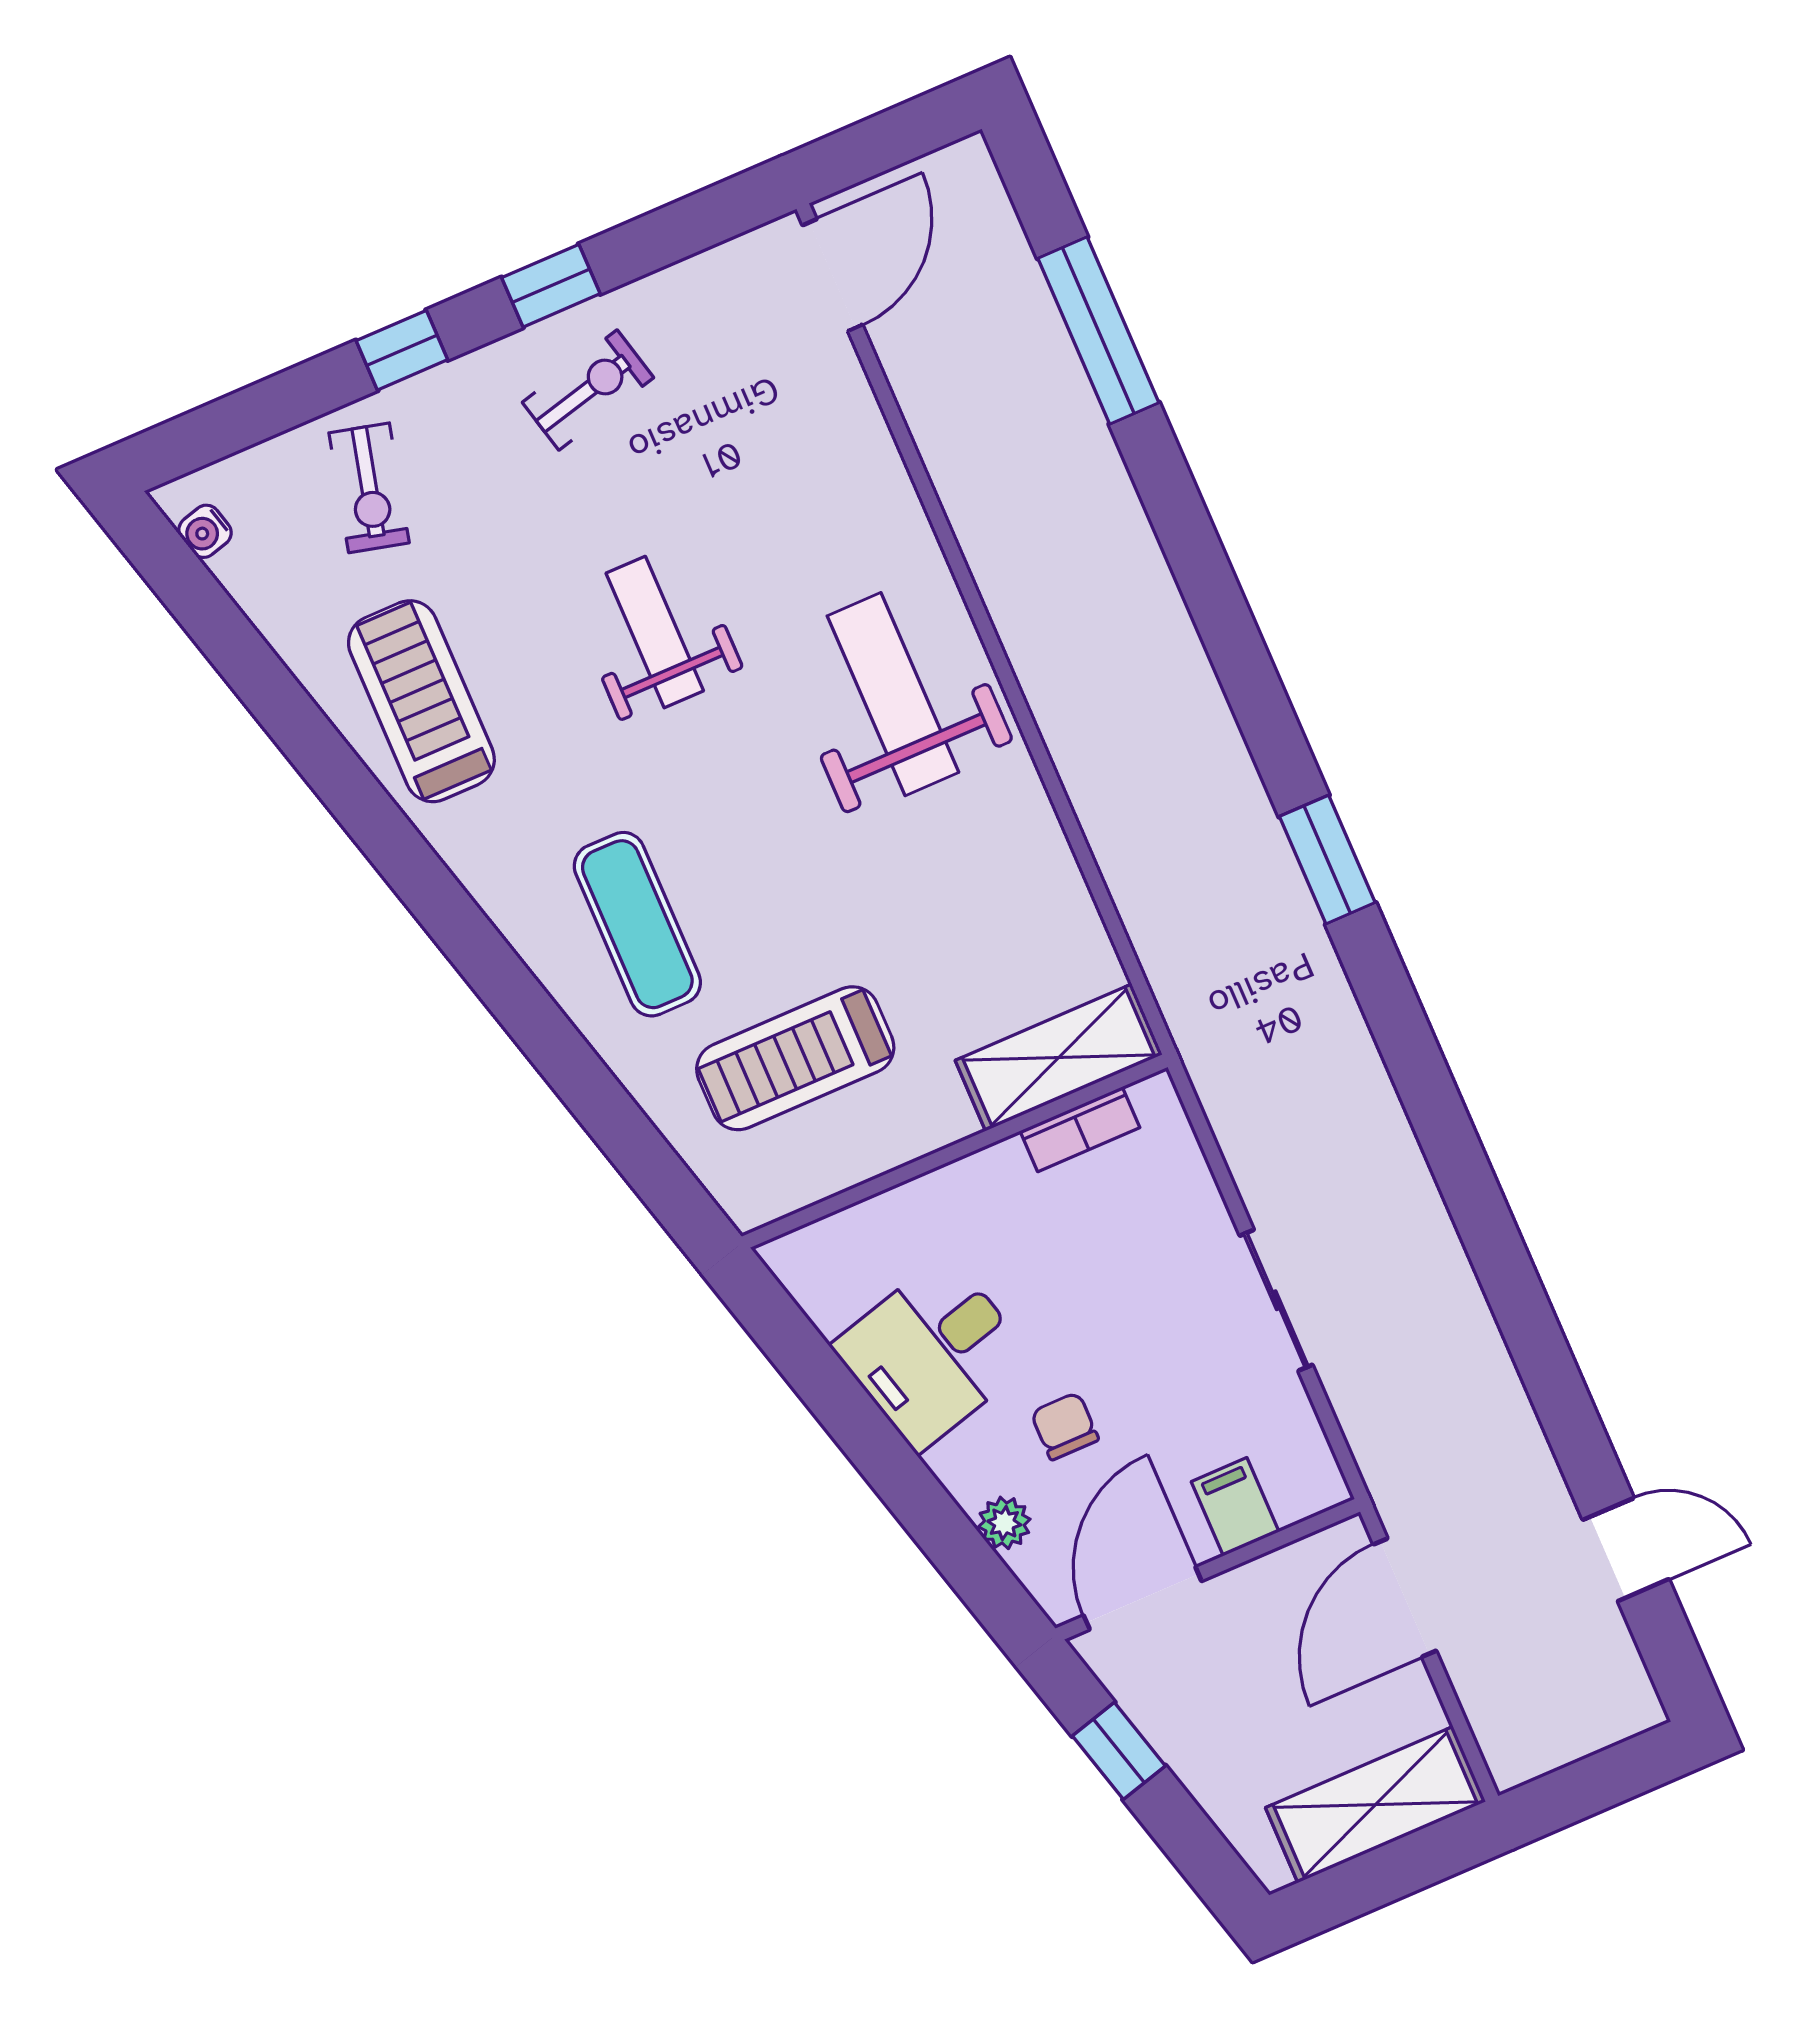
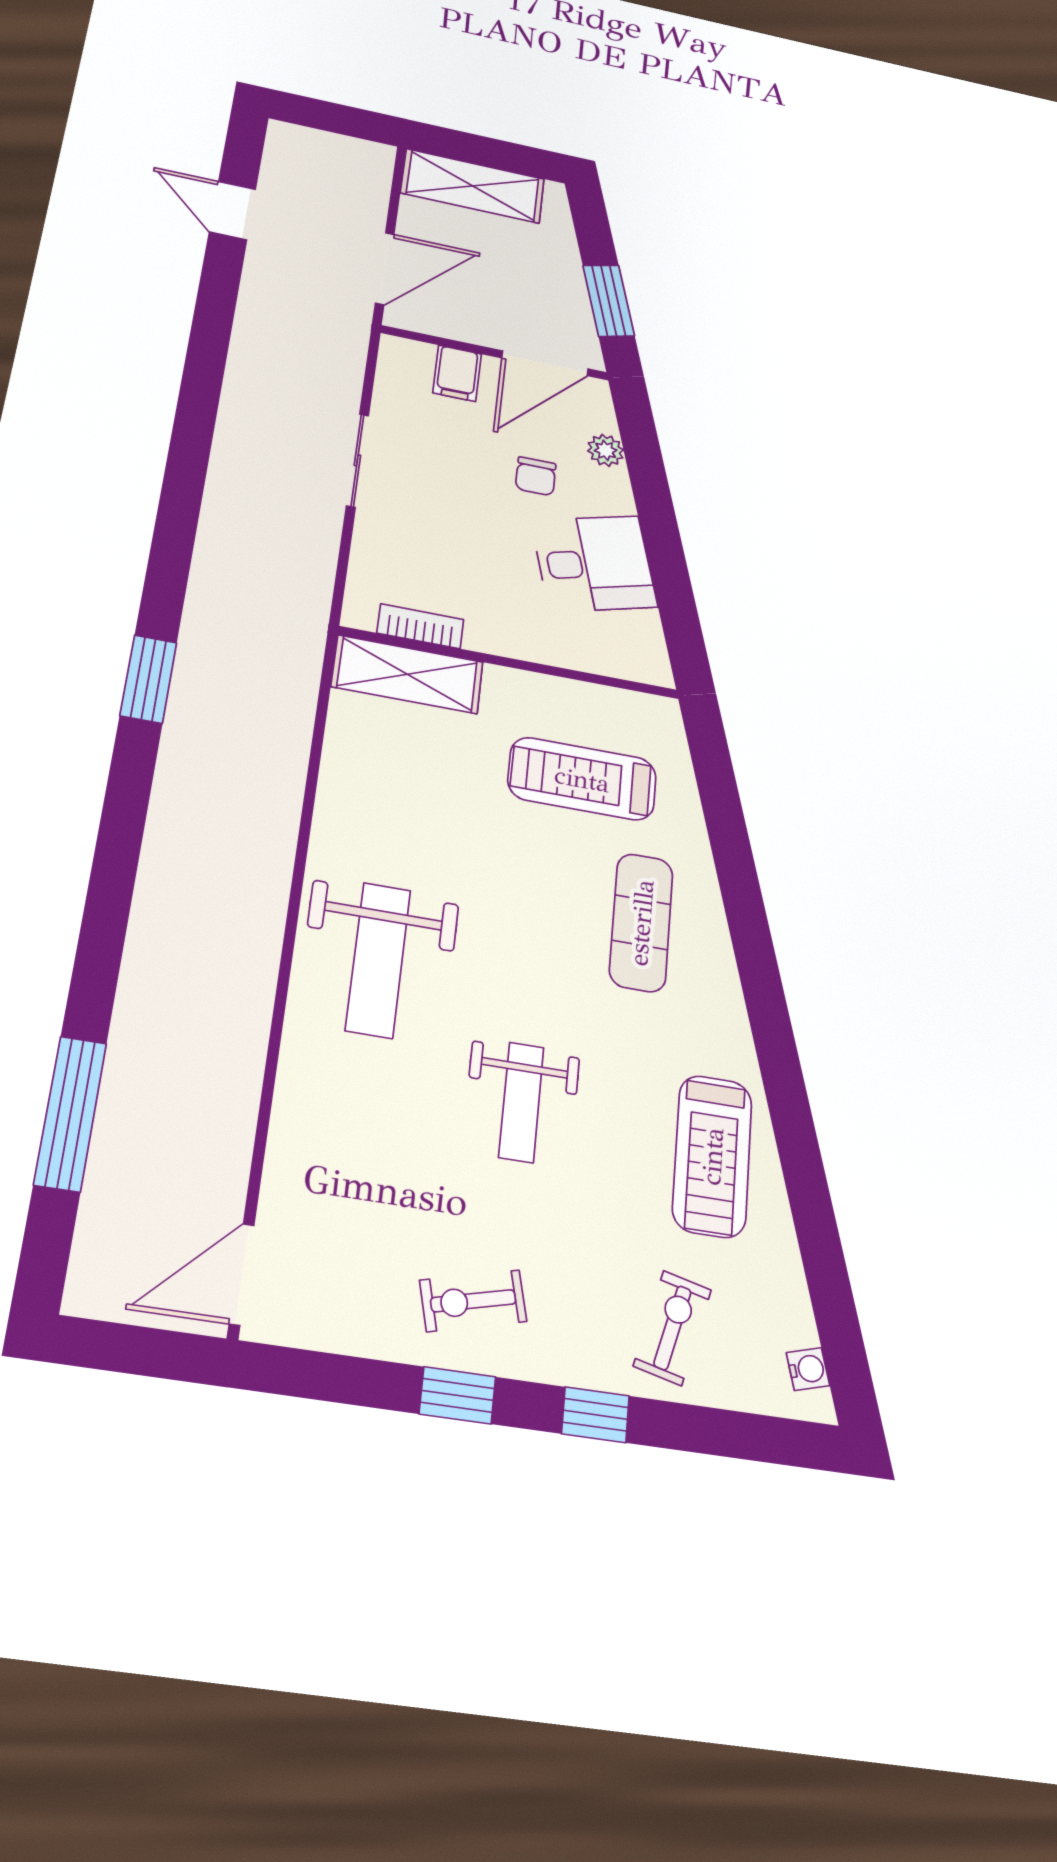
treadmill: (795, 1058) -> (582, 779), turned 180
window: (1119, 1751) -> (609, 301), width x1.50

